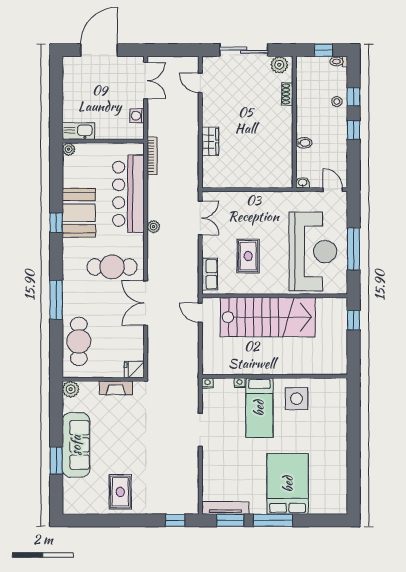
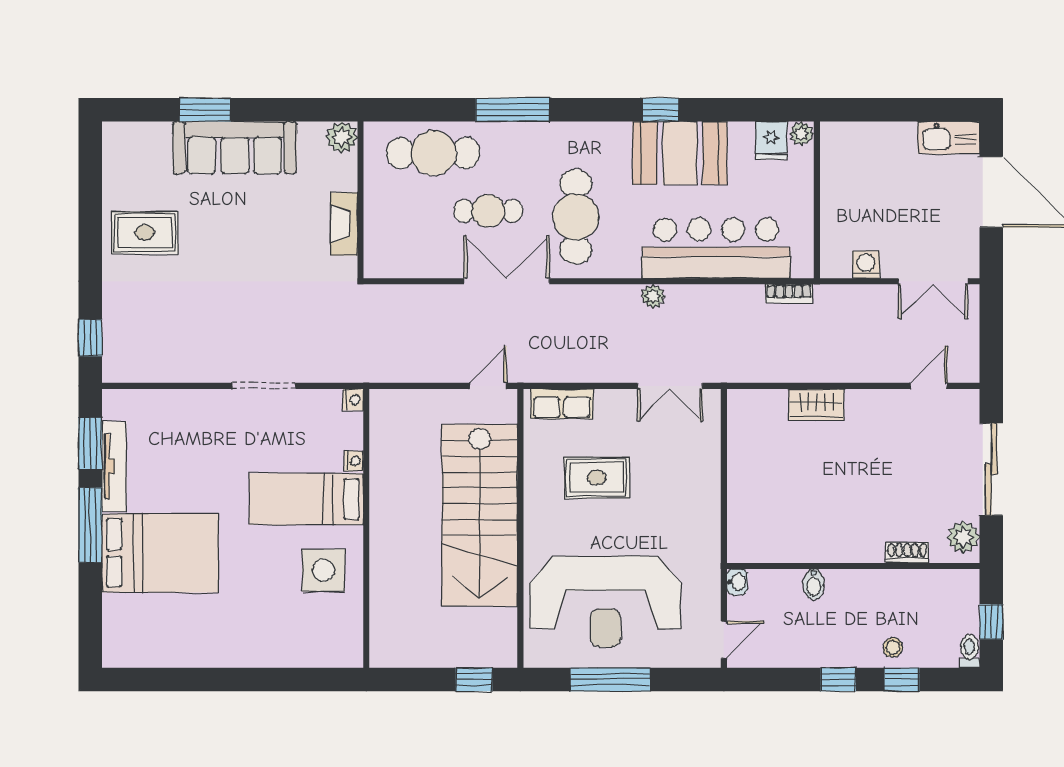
kitchen sink: (78, 131) -> (949, 138), moved, turned 90
bookcase: (152, 156) -> (789, 293), width x0.64
cafe table: (109, 313) -> (488, 211), added
fridge: (134, 370) -> (771, 140), moved, turned 180
tv unit: (225, 508) -> (114, 466), moved

